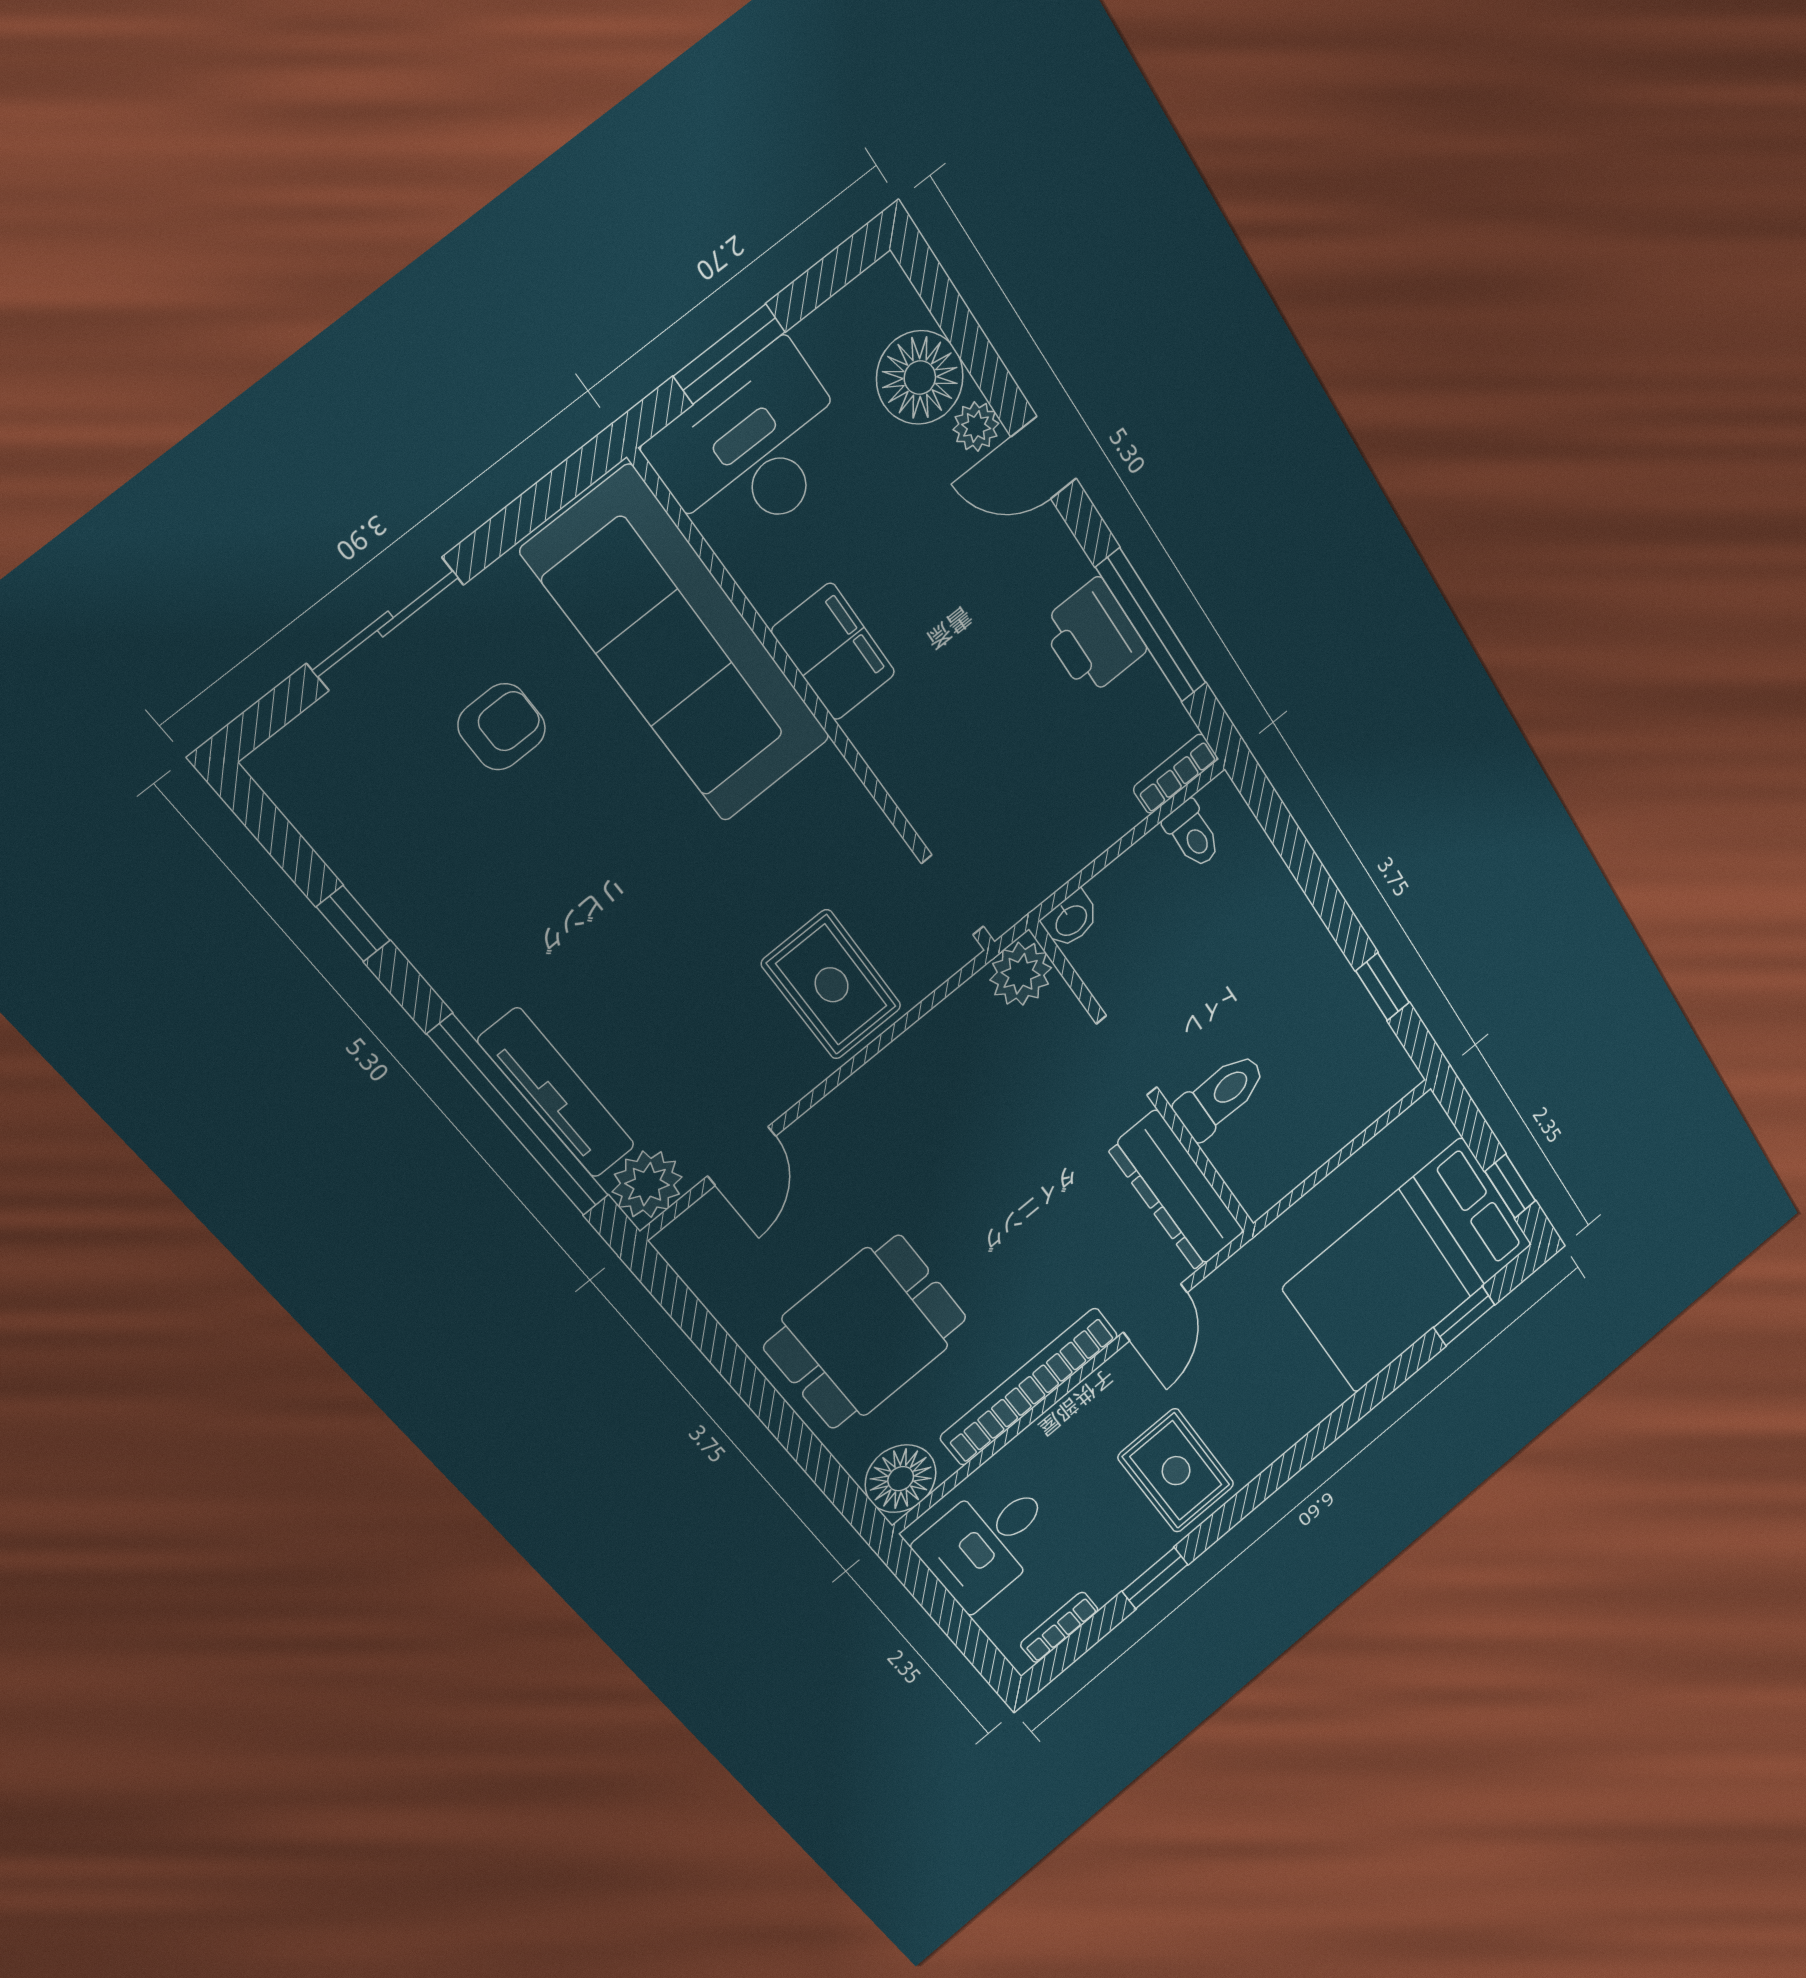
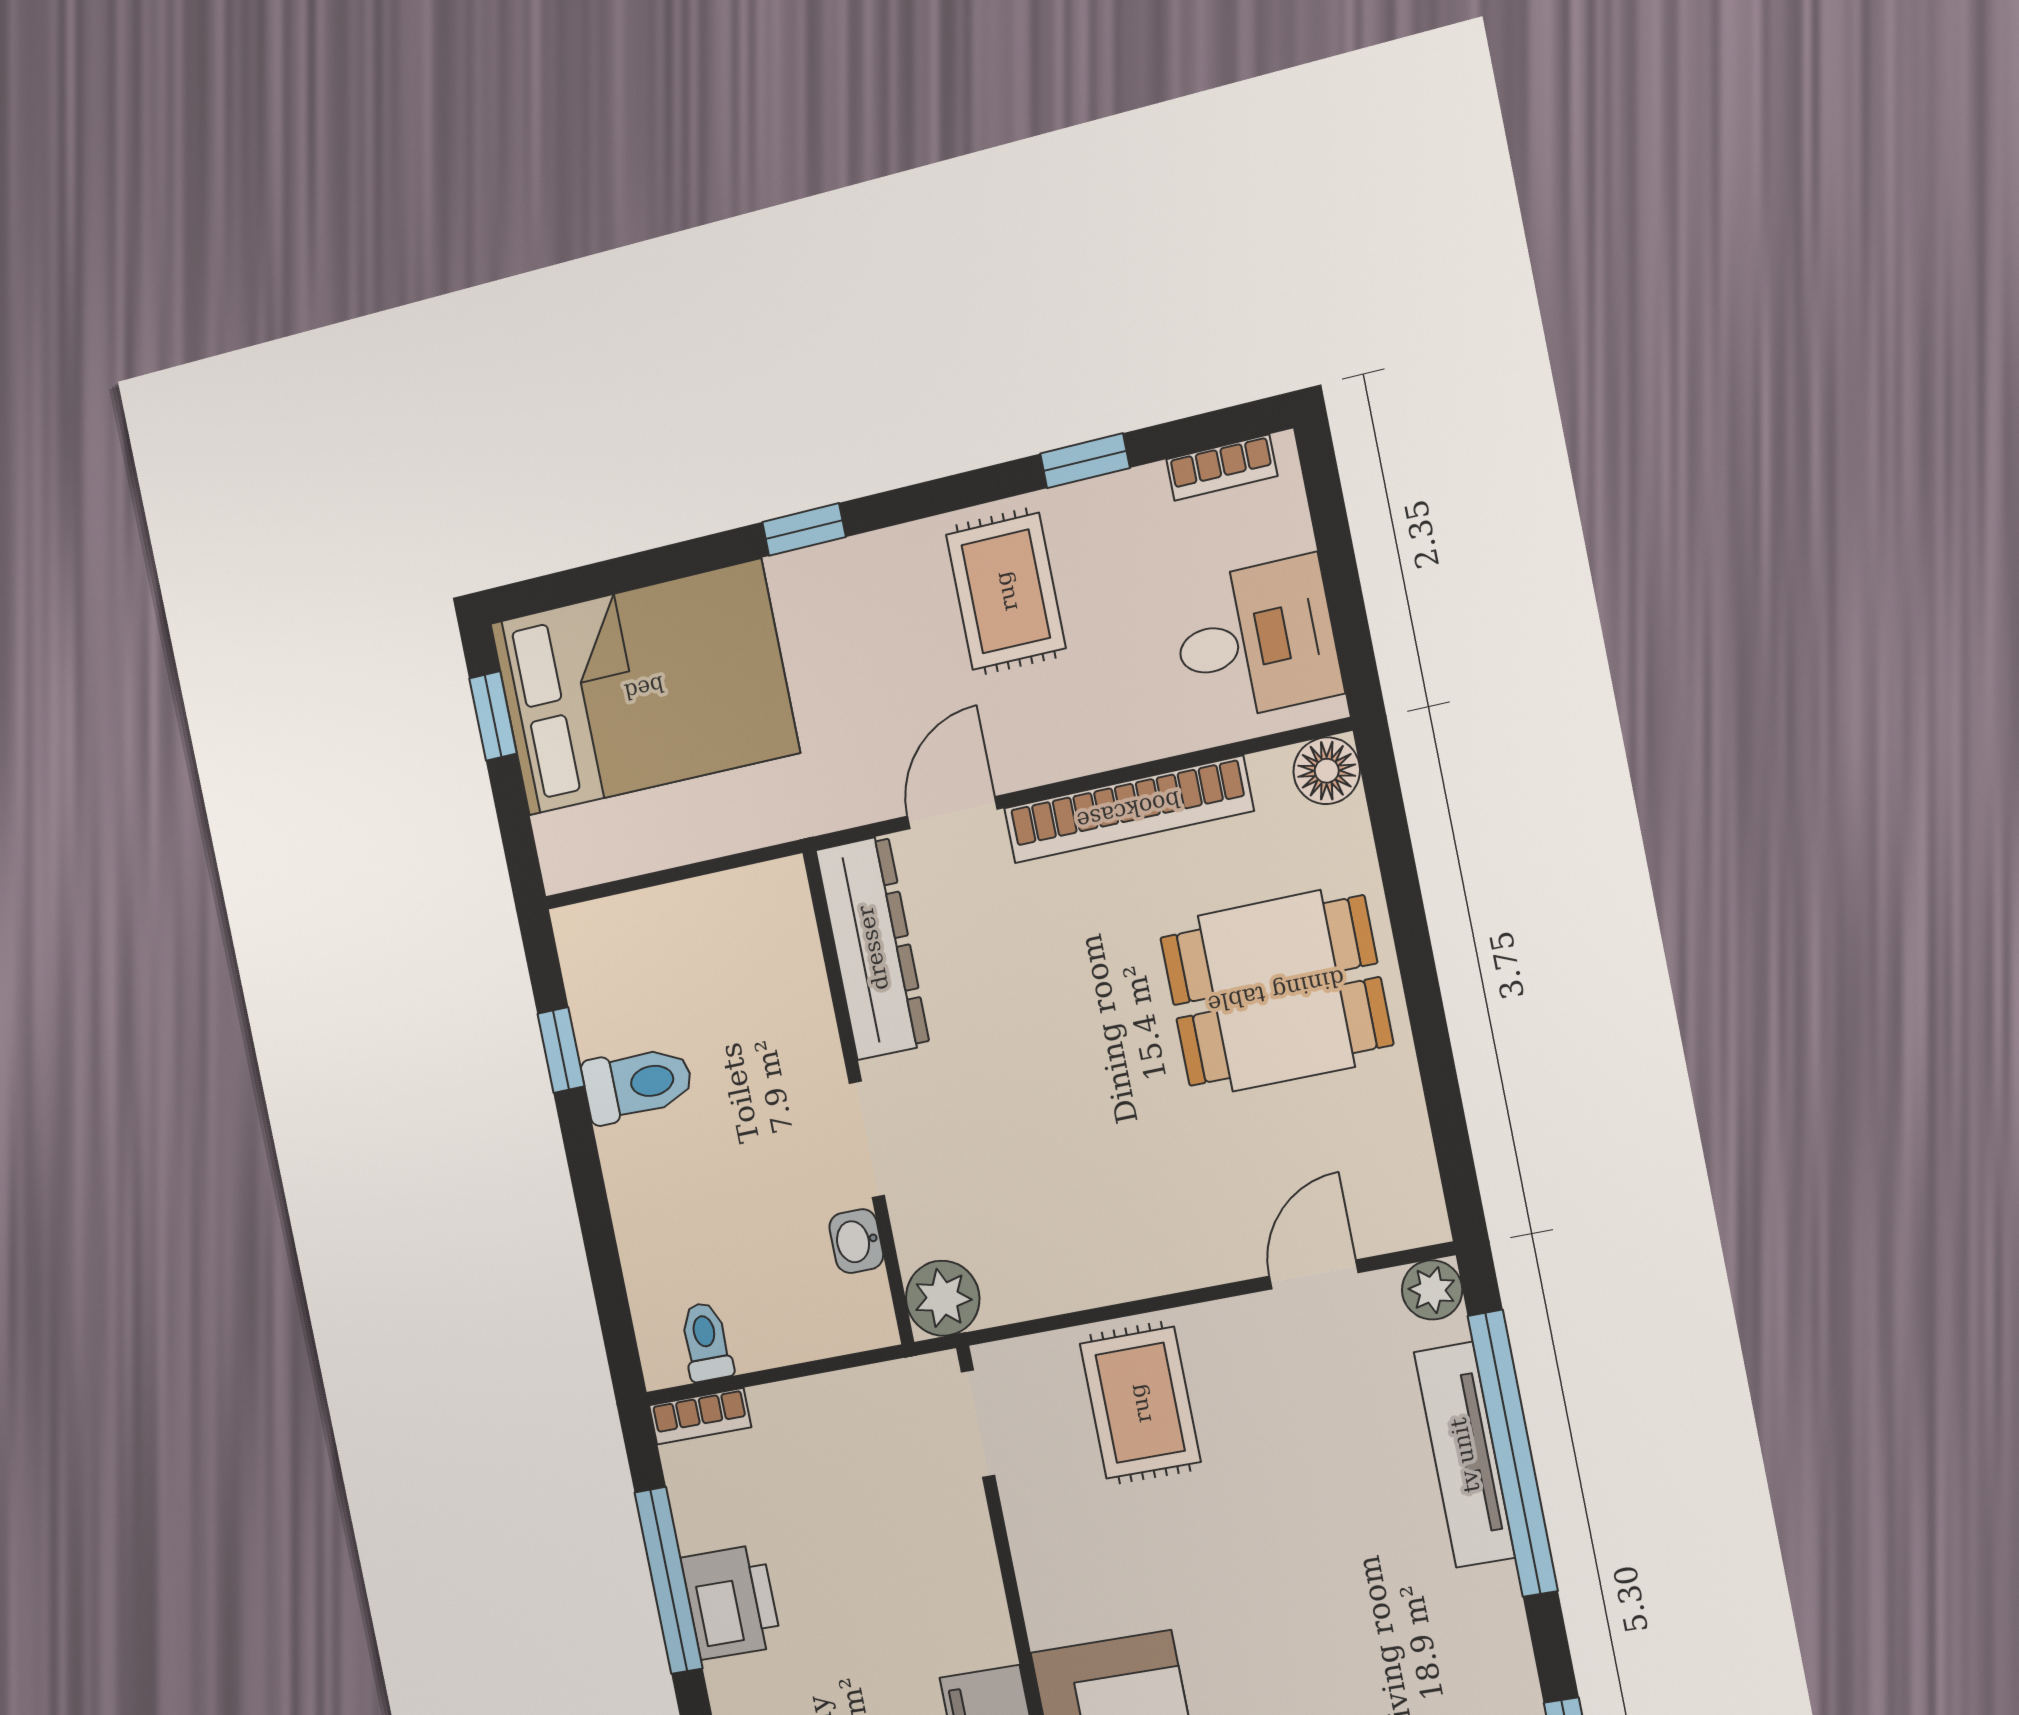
washbasin: (1071, 920) -> (856, 1241), moved, turned -90
toilet: (1220, 1096) -> (638, 1084), moved, turned 180
plant: (647, 1184) -> (1432, 1290), width x0.73, depth x0.73
window: (1464, 1316) -> (804, 530), moved
floor lamp: (901, 1479) -> (1327, 771), width x0.73, depth x0.73

